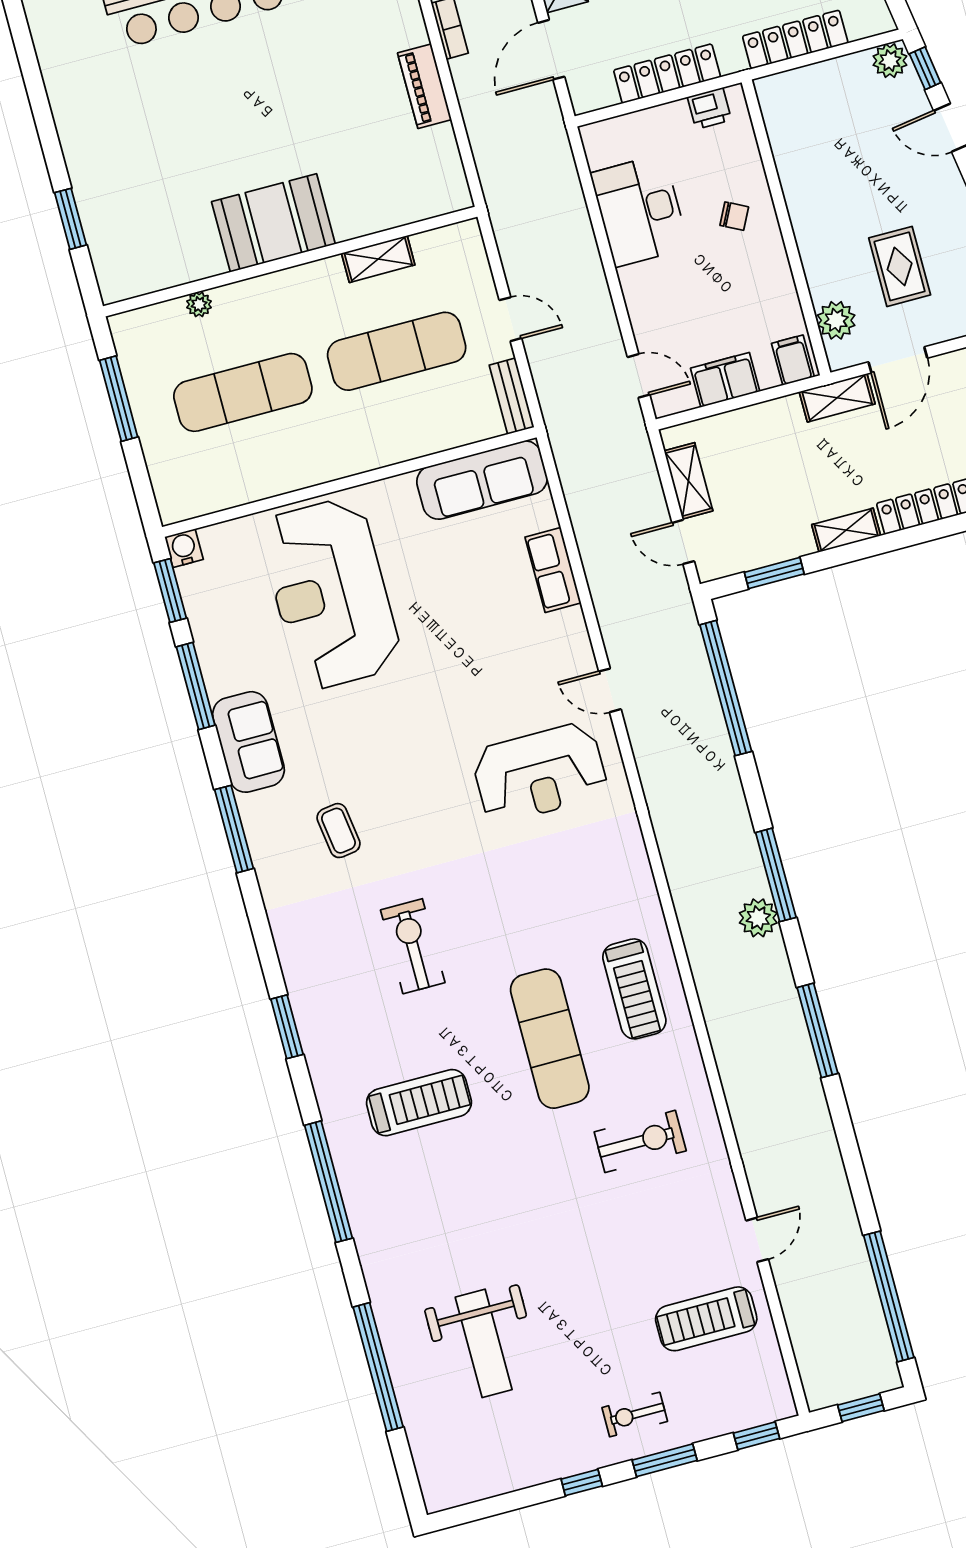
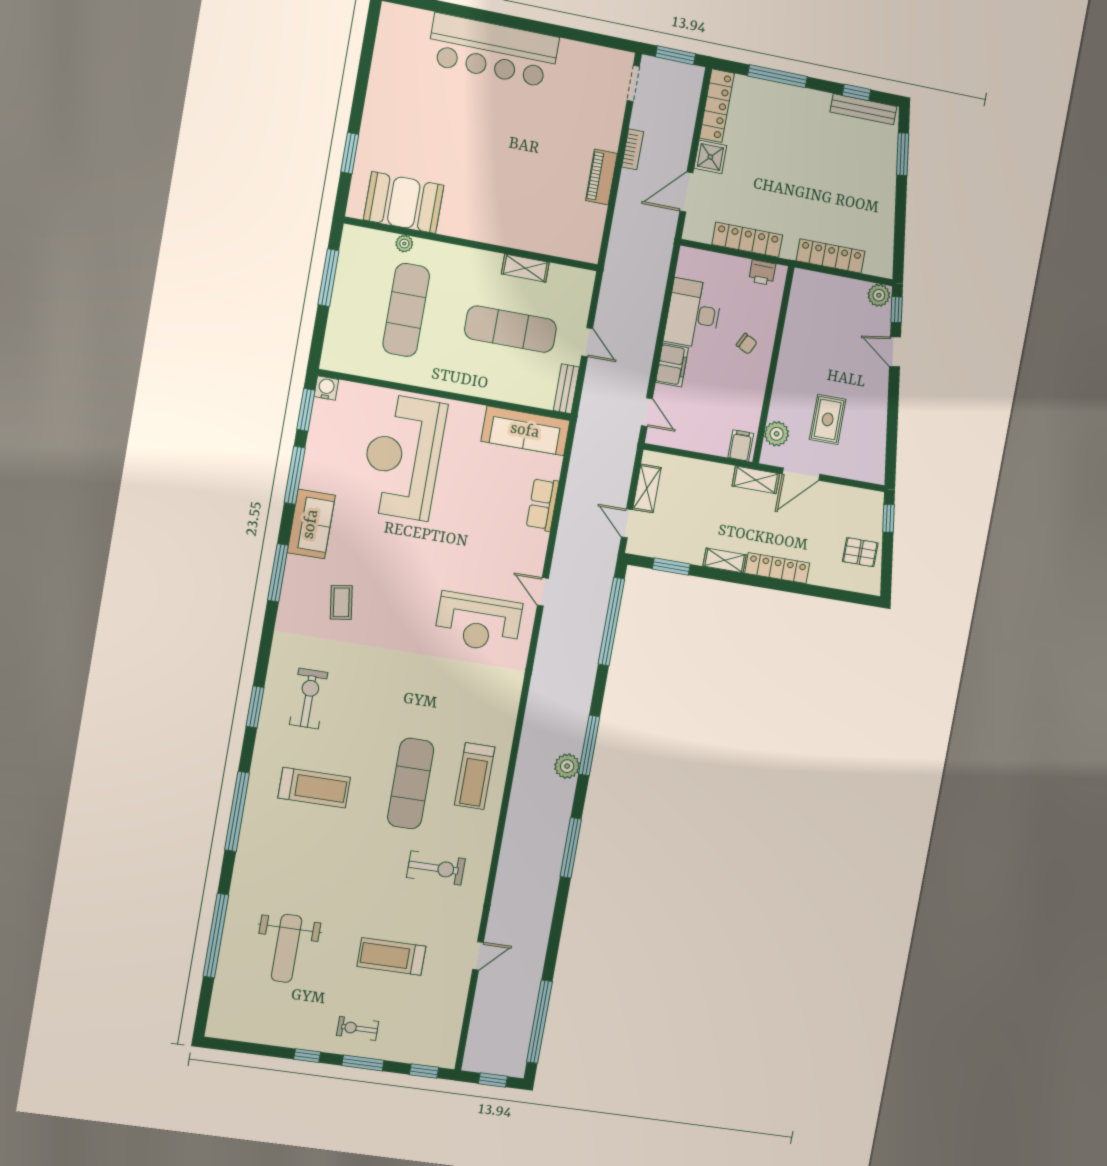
booth: (273, 223) -> (404, 203), moved
filing cabinet: (725, 380) -> (672, 365), moved, turned 90
exercise mat: (243, 392) -> (406, 310), turned 90
exercise bike: (413, 946) -> (309, 699), moved
treadmill: (706, 1319) -> (391, 956), moved

